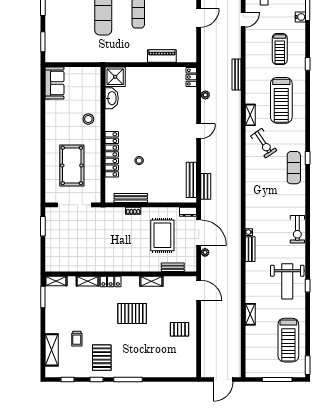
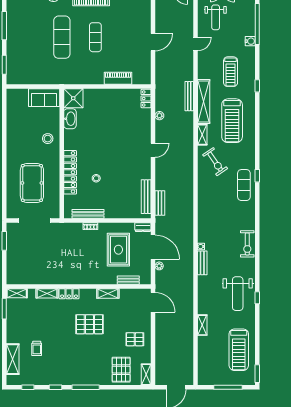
shelving: (252, 80) -> (204, 101), added
sofa: (54, 83) -> (44, 98), moved, turned 90
pallet: (102, 358) -> (121, 370), moved
shelving: (191, 366) -> (146, 375), added

